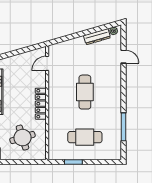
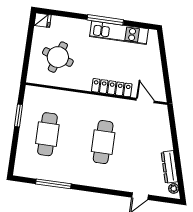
cafe table: (85, 92) -> (103, 142), turned 90
locker: (41, 104) -> (112, 88), moved
round table: (23, 138) -> (58, 57), turned 34

